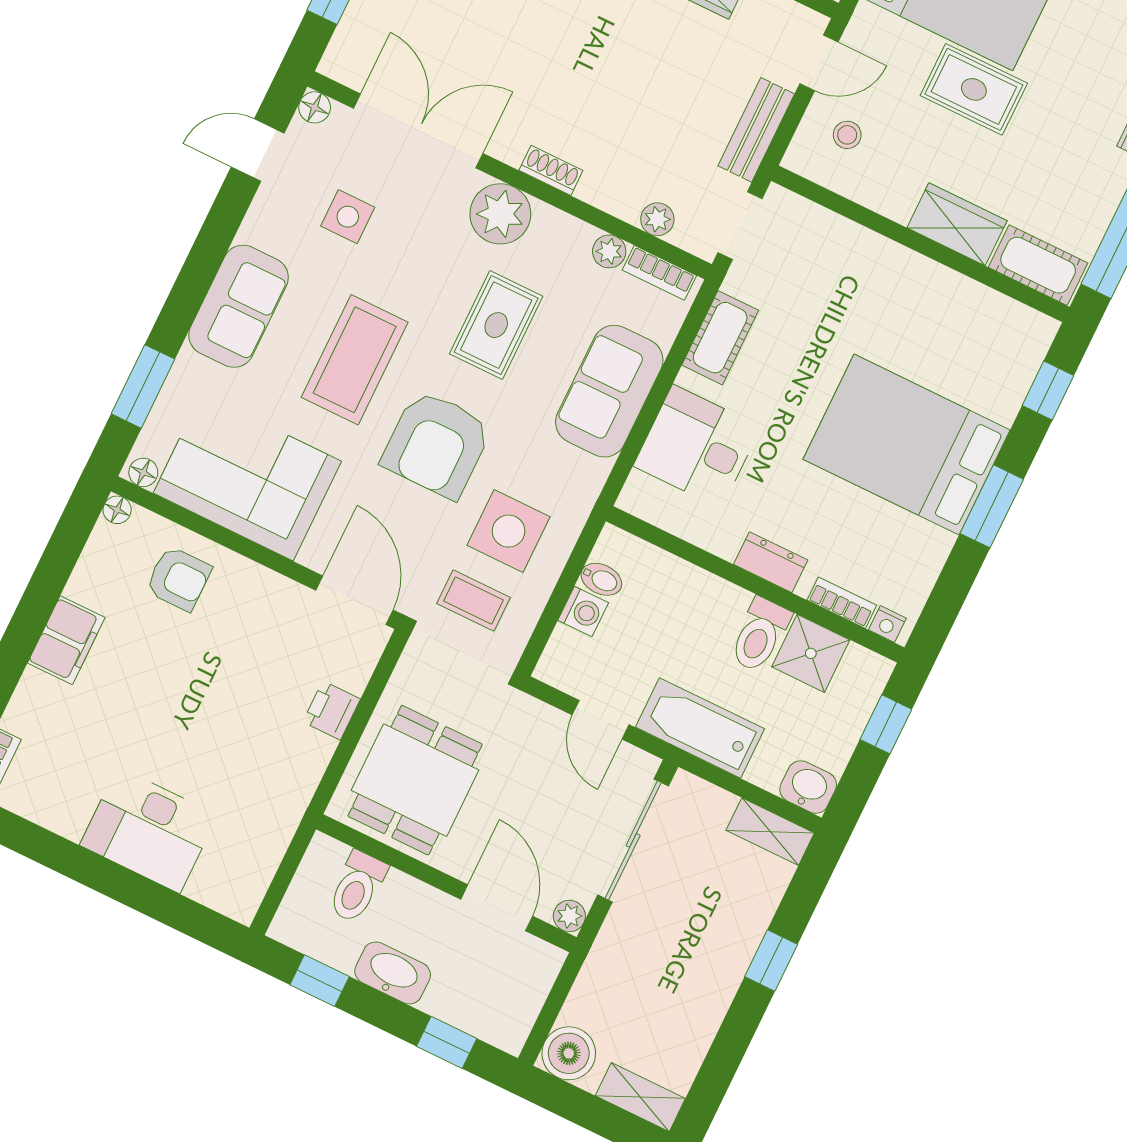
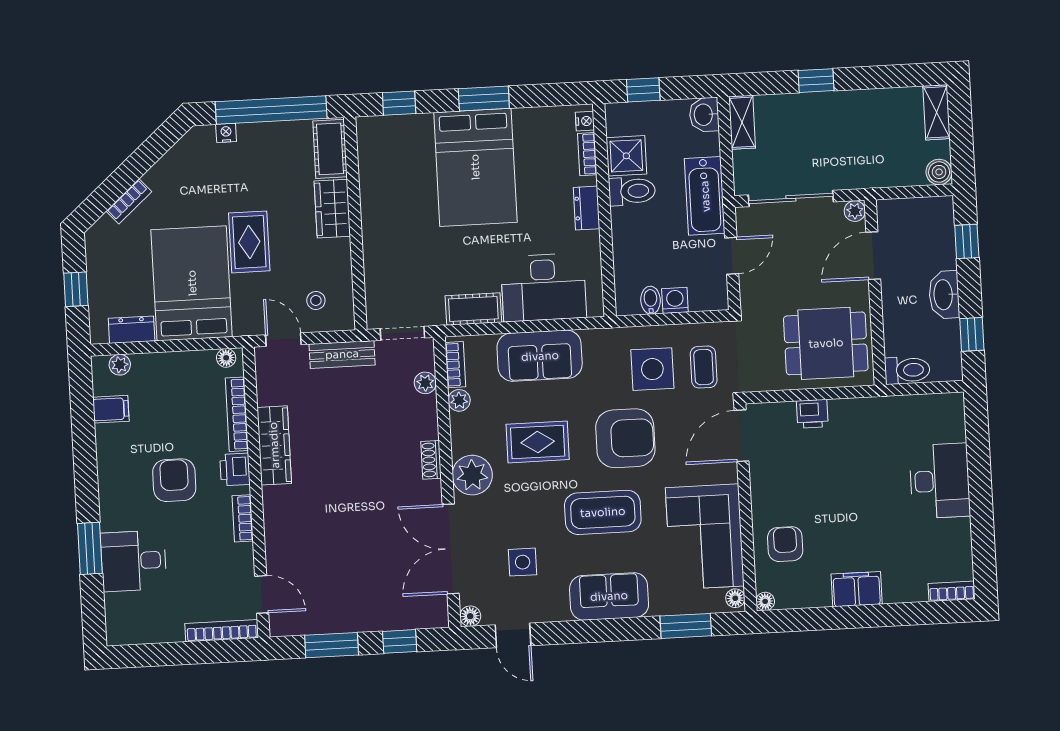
desk: (697, 446) -> (543, 287), width x1.37
toilet: (357, 887) -> (907, 370), moved
boiler: (569, 1053) -> (939, 172), width x0.73, depth x0.73

